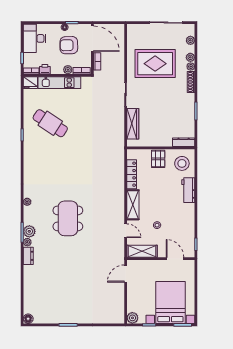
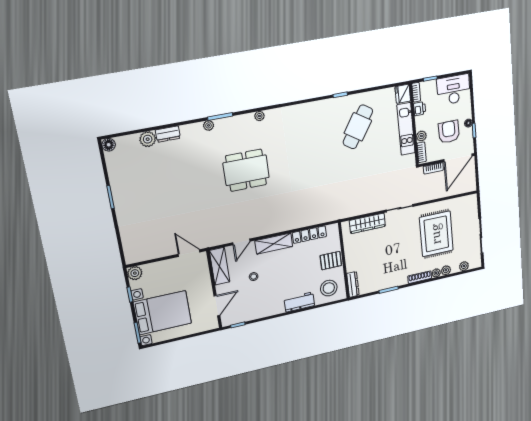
plant: (29, 231) -> (148, 139), moved
dresser: (28, 256) -> (168, 134), moved

